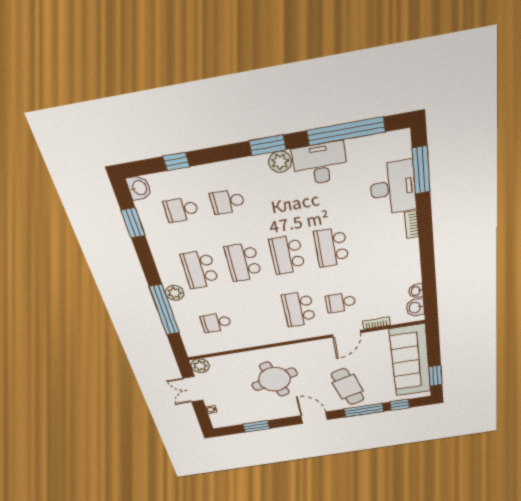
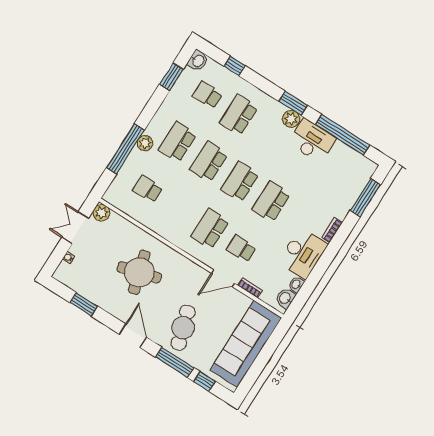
desk: (393, 188) -> (303, 253), moved
school desk: (227, 202) -> (239, 115), width x1.85
window: (435, 376) -> (252, 375), removed

